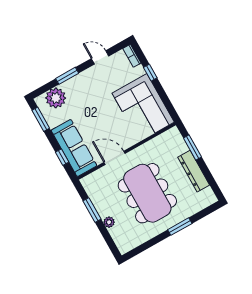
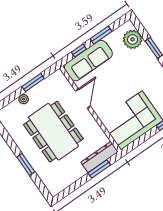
window: (41, 119) -> (101, 35), moved
dresser: (194, 171) -> (99, 157), moved
dining table: (147, 193) -> (53, 132), turned 90

